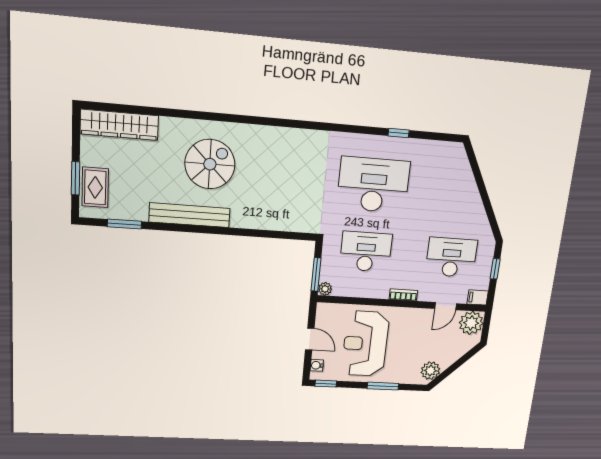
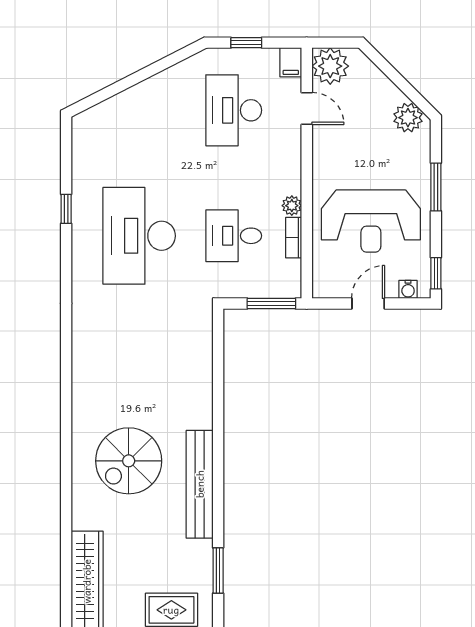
spiral stairs: (210, 164) -> (129, 461), turned -90
desk: (366, 252) -> (234, 236), width x0.73
plant: (325, 289) -> (292, 206), moved
bookcase: (403, 295) -> (294, 238), moved

